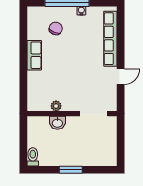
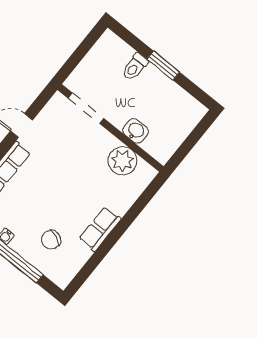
plant: (56, 106) -> (123, 161), width x1.88, depth x1.88
toilet: (33, 157) -> (135, 67), moved

